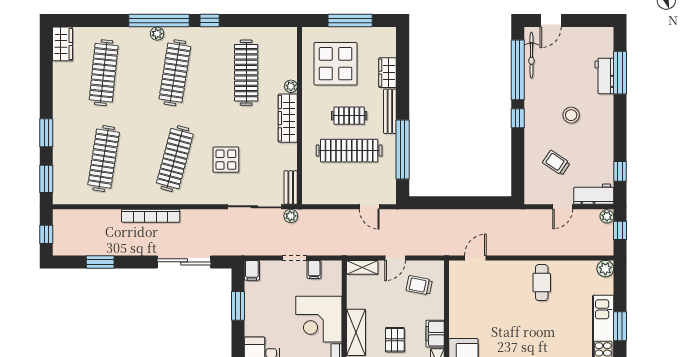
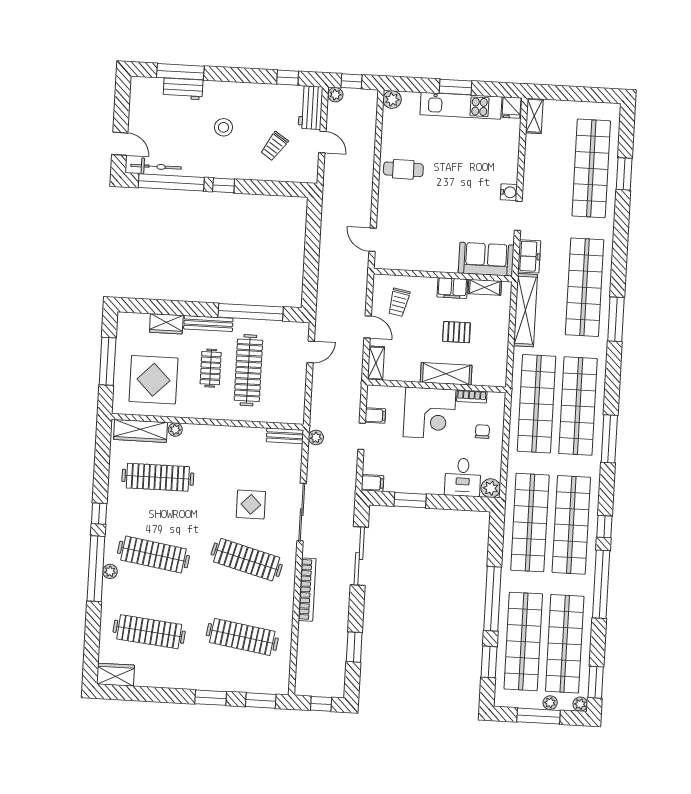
wardrobe: (288, 118) -> (140, 431), moved
sliding door: (254, 207) -> (302, 512), moved

